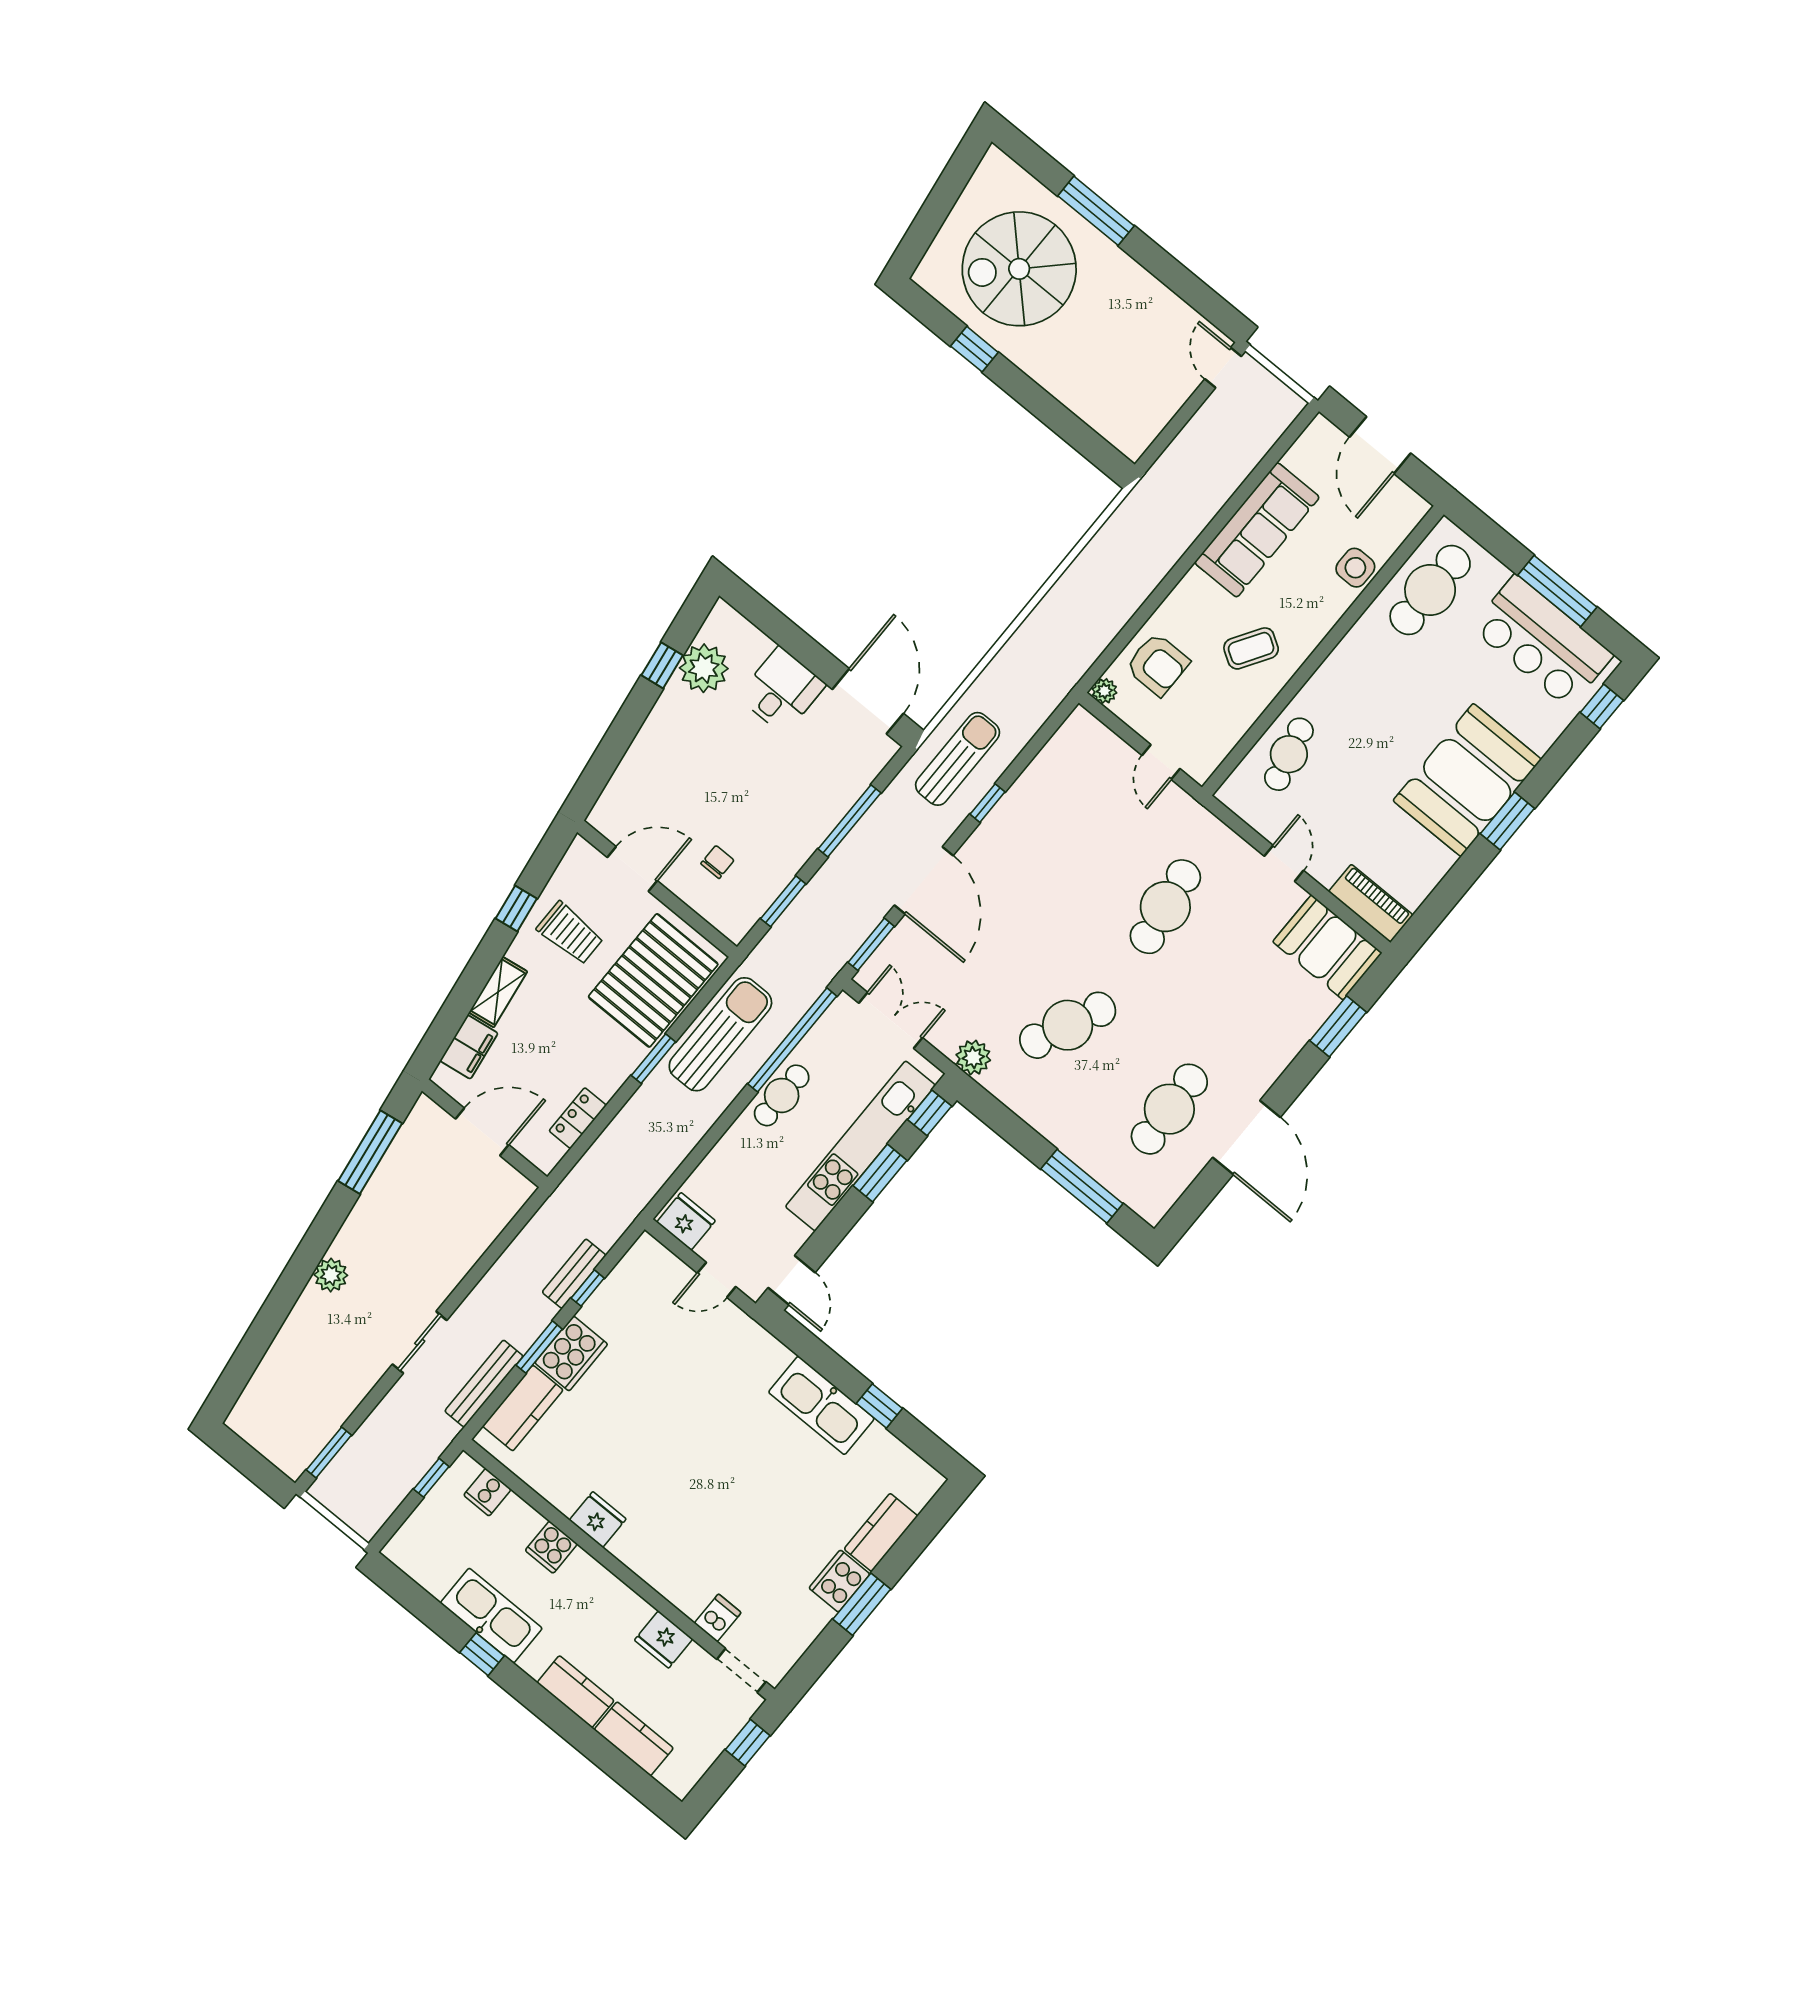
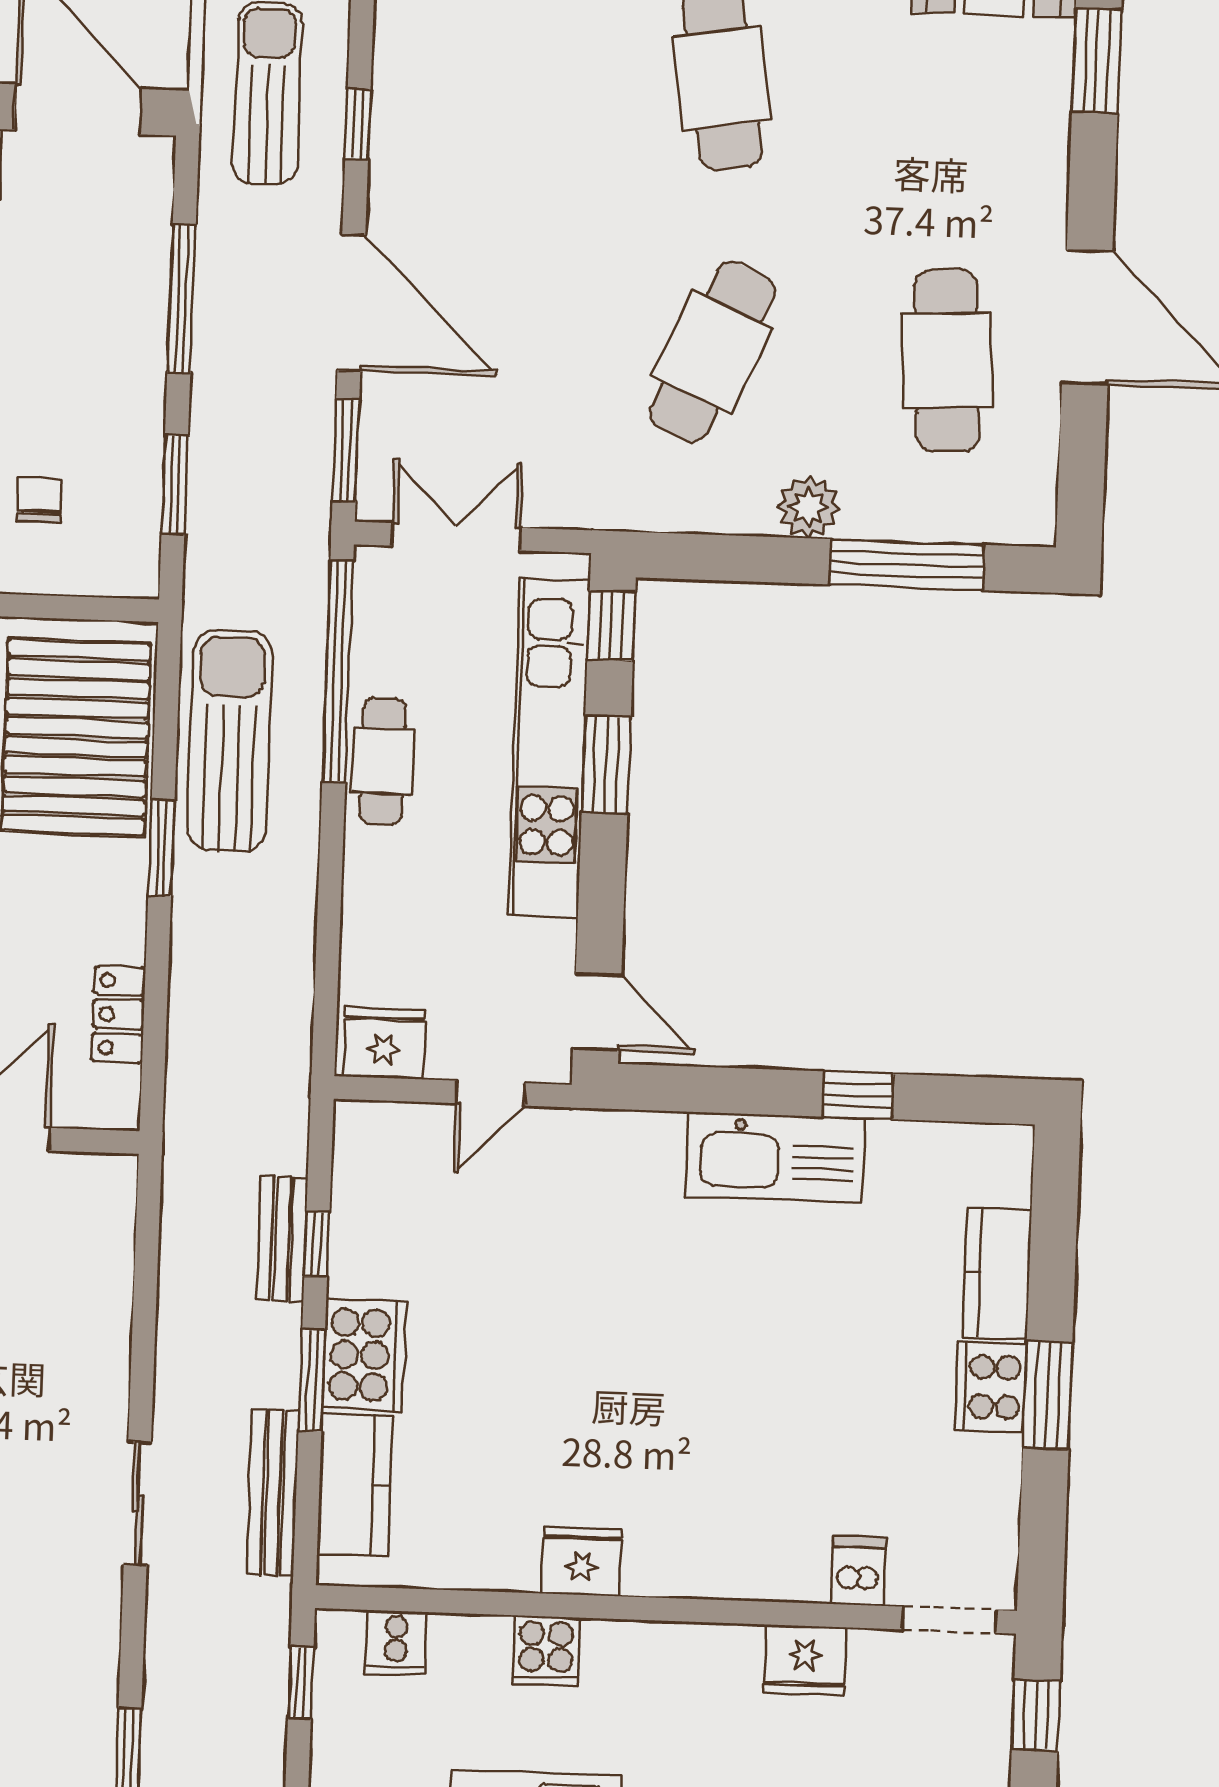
plant: (973, 1057) -> (808, 507), moved

